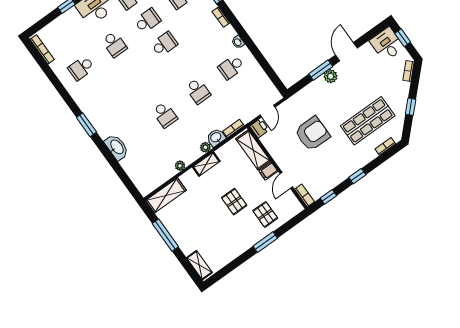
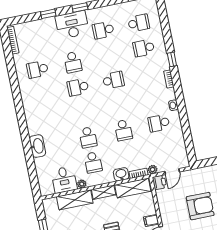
school desk: (148, 21) -> (78, 87), moved, turned 180
window: (86, 125) -> (21, 117), removed
school desk: (182, 138) -> (93, 162), added
plant: (205, 147) -> (153, 170), moved
shelving: (253, 150) -> (133, 188), moved, turned 90
desk: (160, 169) -> (64, 180), added
shelving: (166, 195) -> (75, 200), moved

